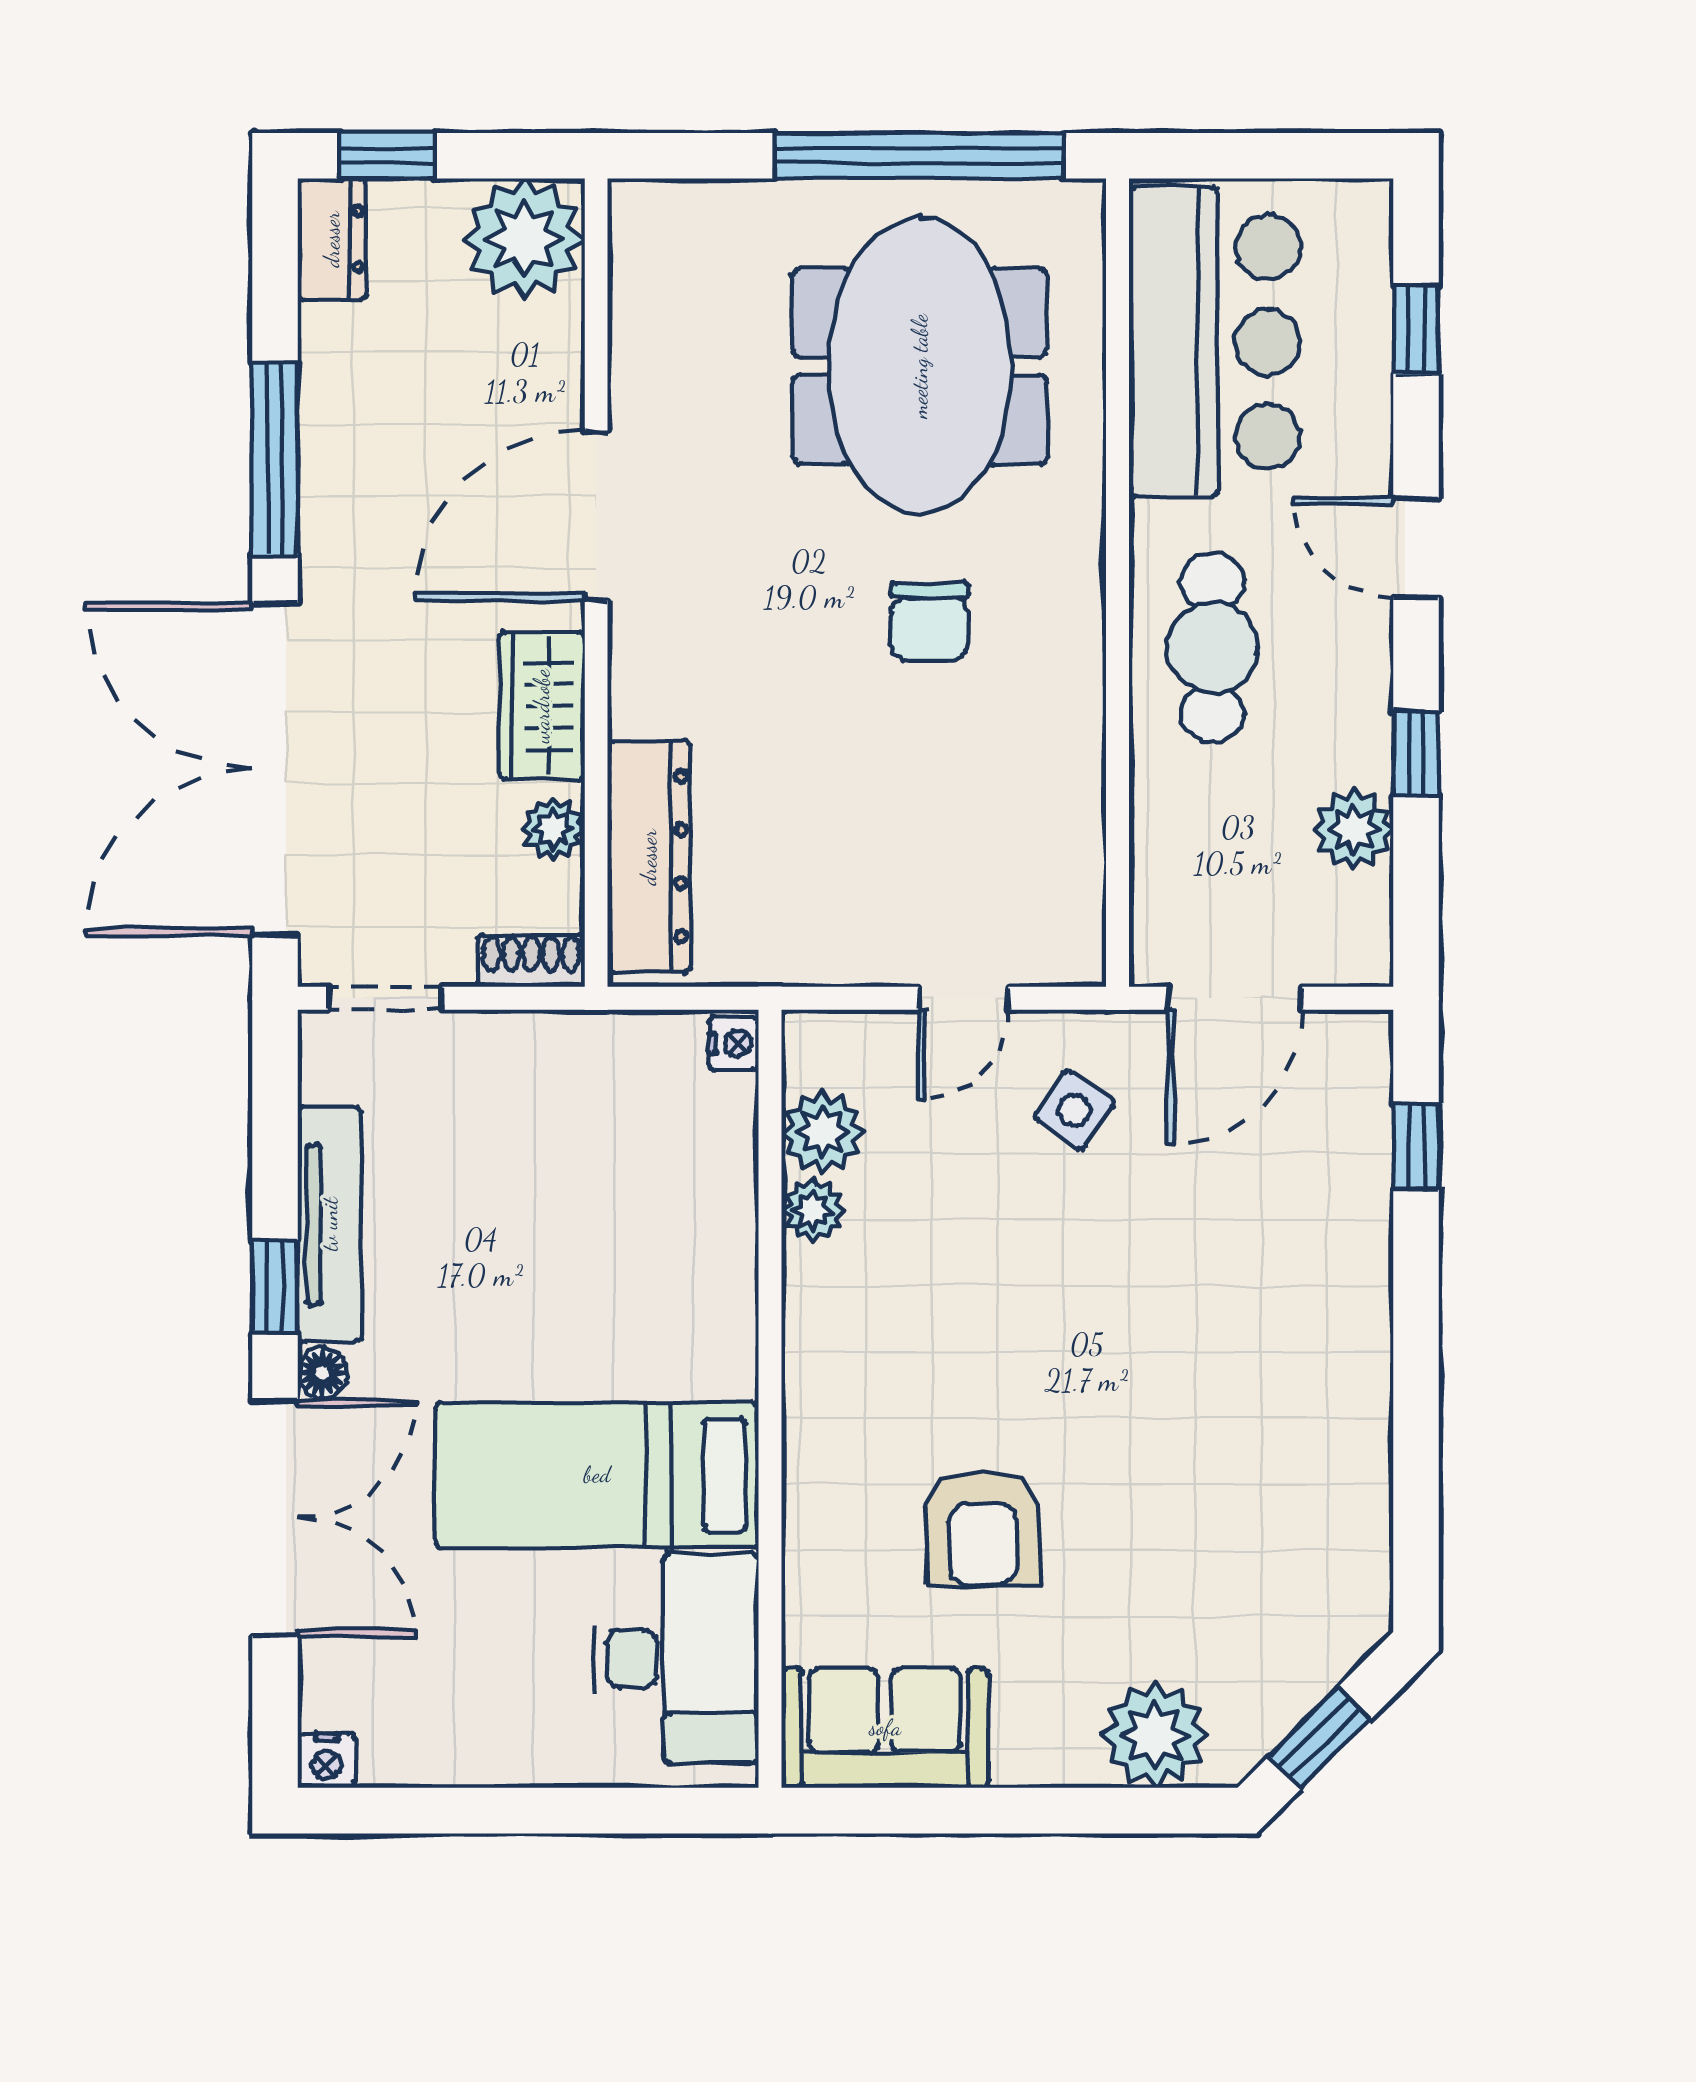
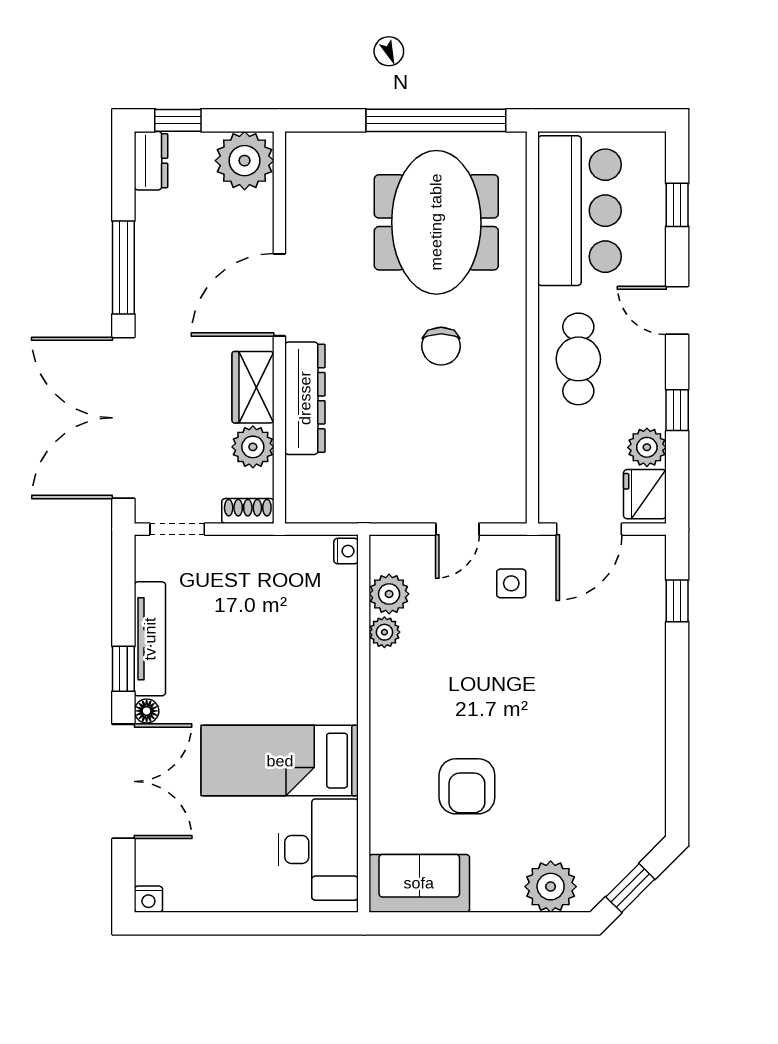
plant: (553, 829) -> (253, 447), width x1.38, depth x1.38
dresser: (649, 857) -> (305, 398), moved
fridge: (1350, 926) -> (645, 494), added
side table: (1074, 1110) -> (511, 583), turned -35

